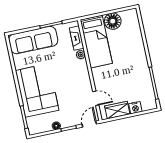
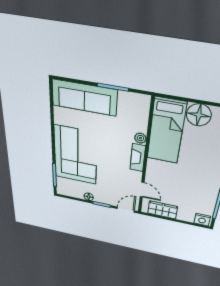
fireplace: (77, 38) -> (138, 158), moved
nightstand: (135, 108) -> (202, 220), moved

